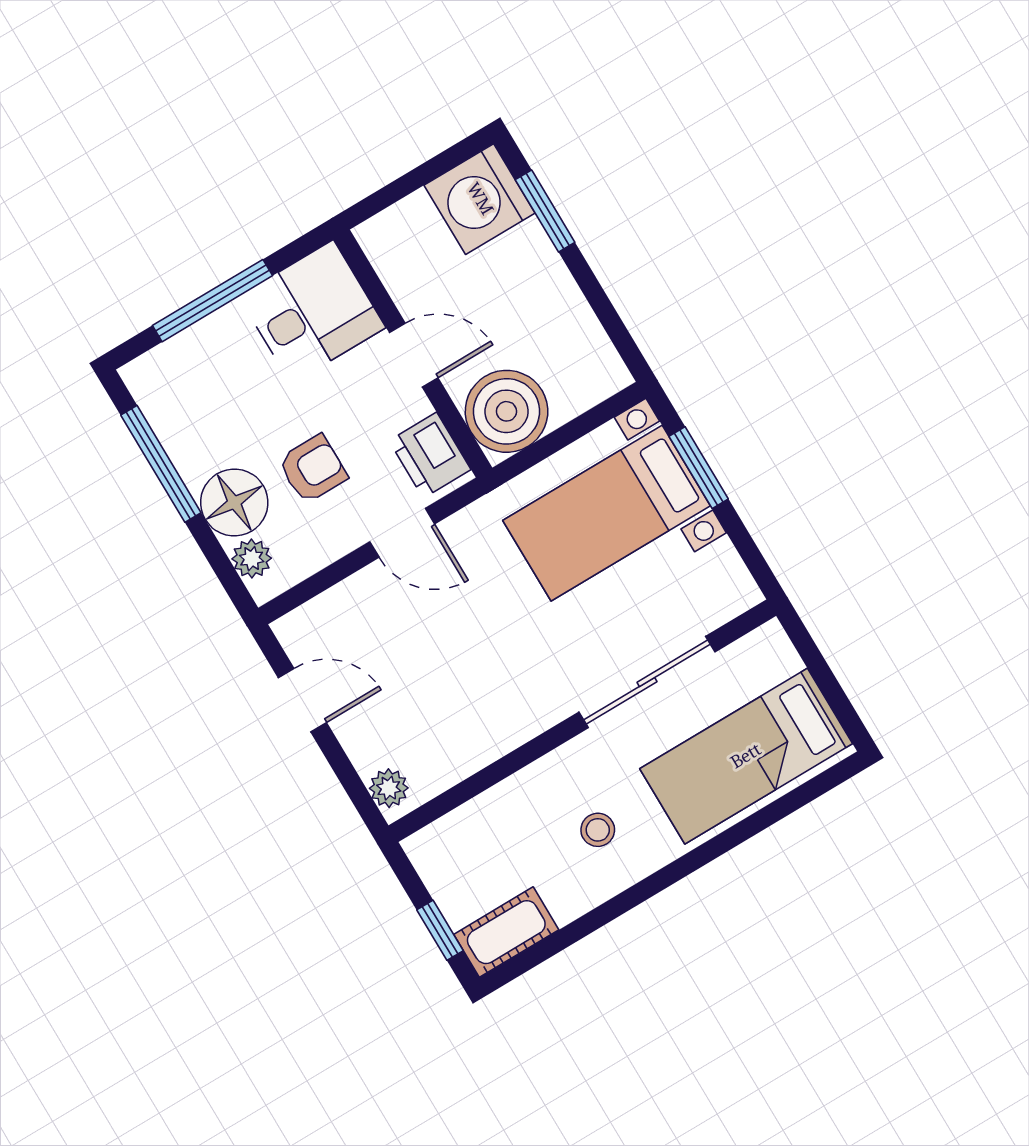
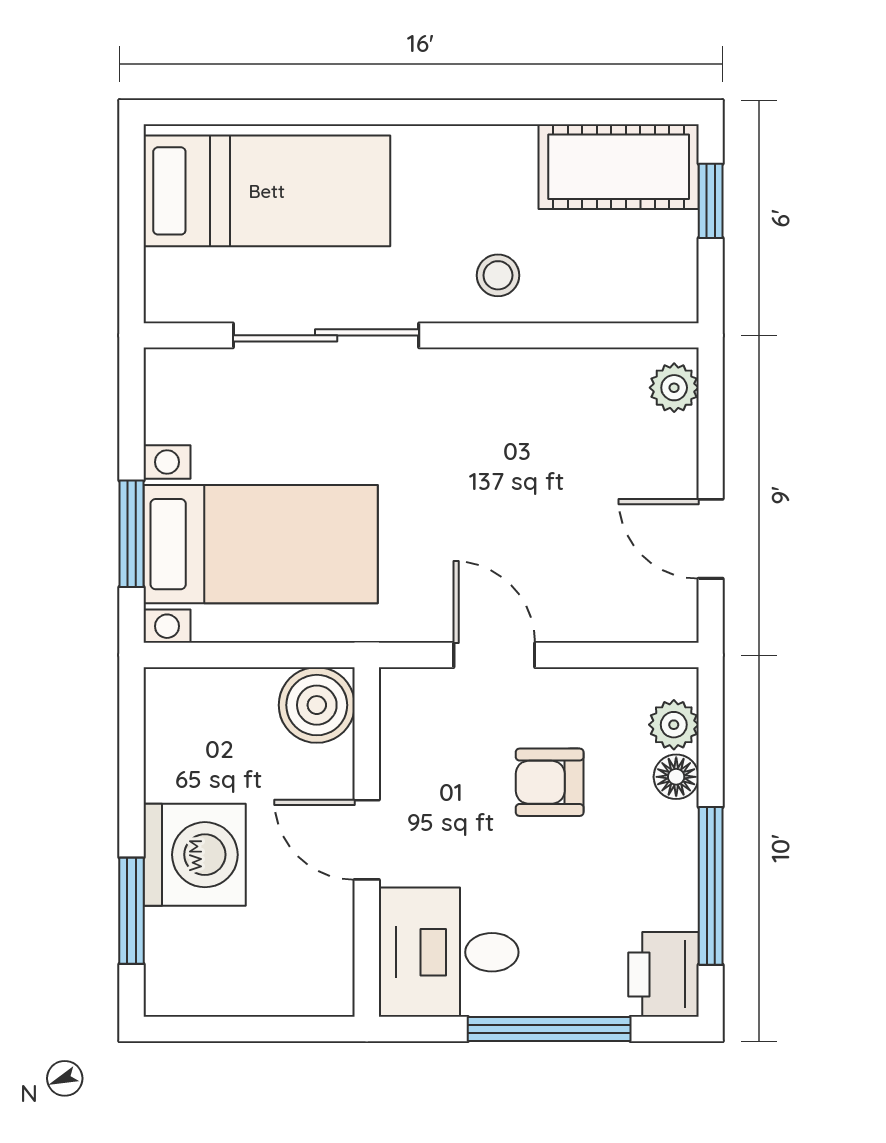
washing machine: (480, 199) -> (195, 855), moved
boiler: (507, 411) -> (317, 705), width x0.73, depth x0.73
printer: (430, 455) -> (663, 974), moved, turned 180
floor lamp: (234, 502) -> (676, 777), width x0.53, depth x0.53
stool: (598, 830) -> (498, 275), moved
cot: (506, 932) -> (619, 167), width x1.37, depth x1.34

